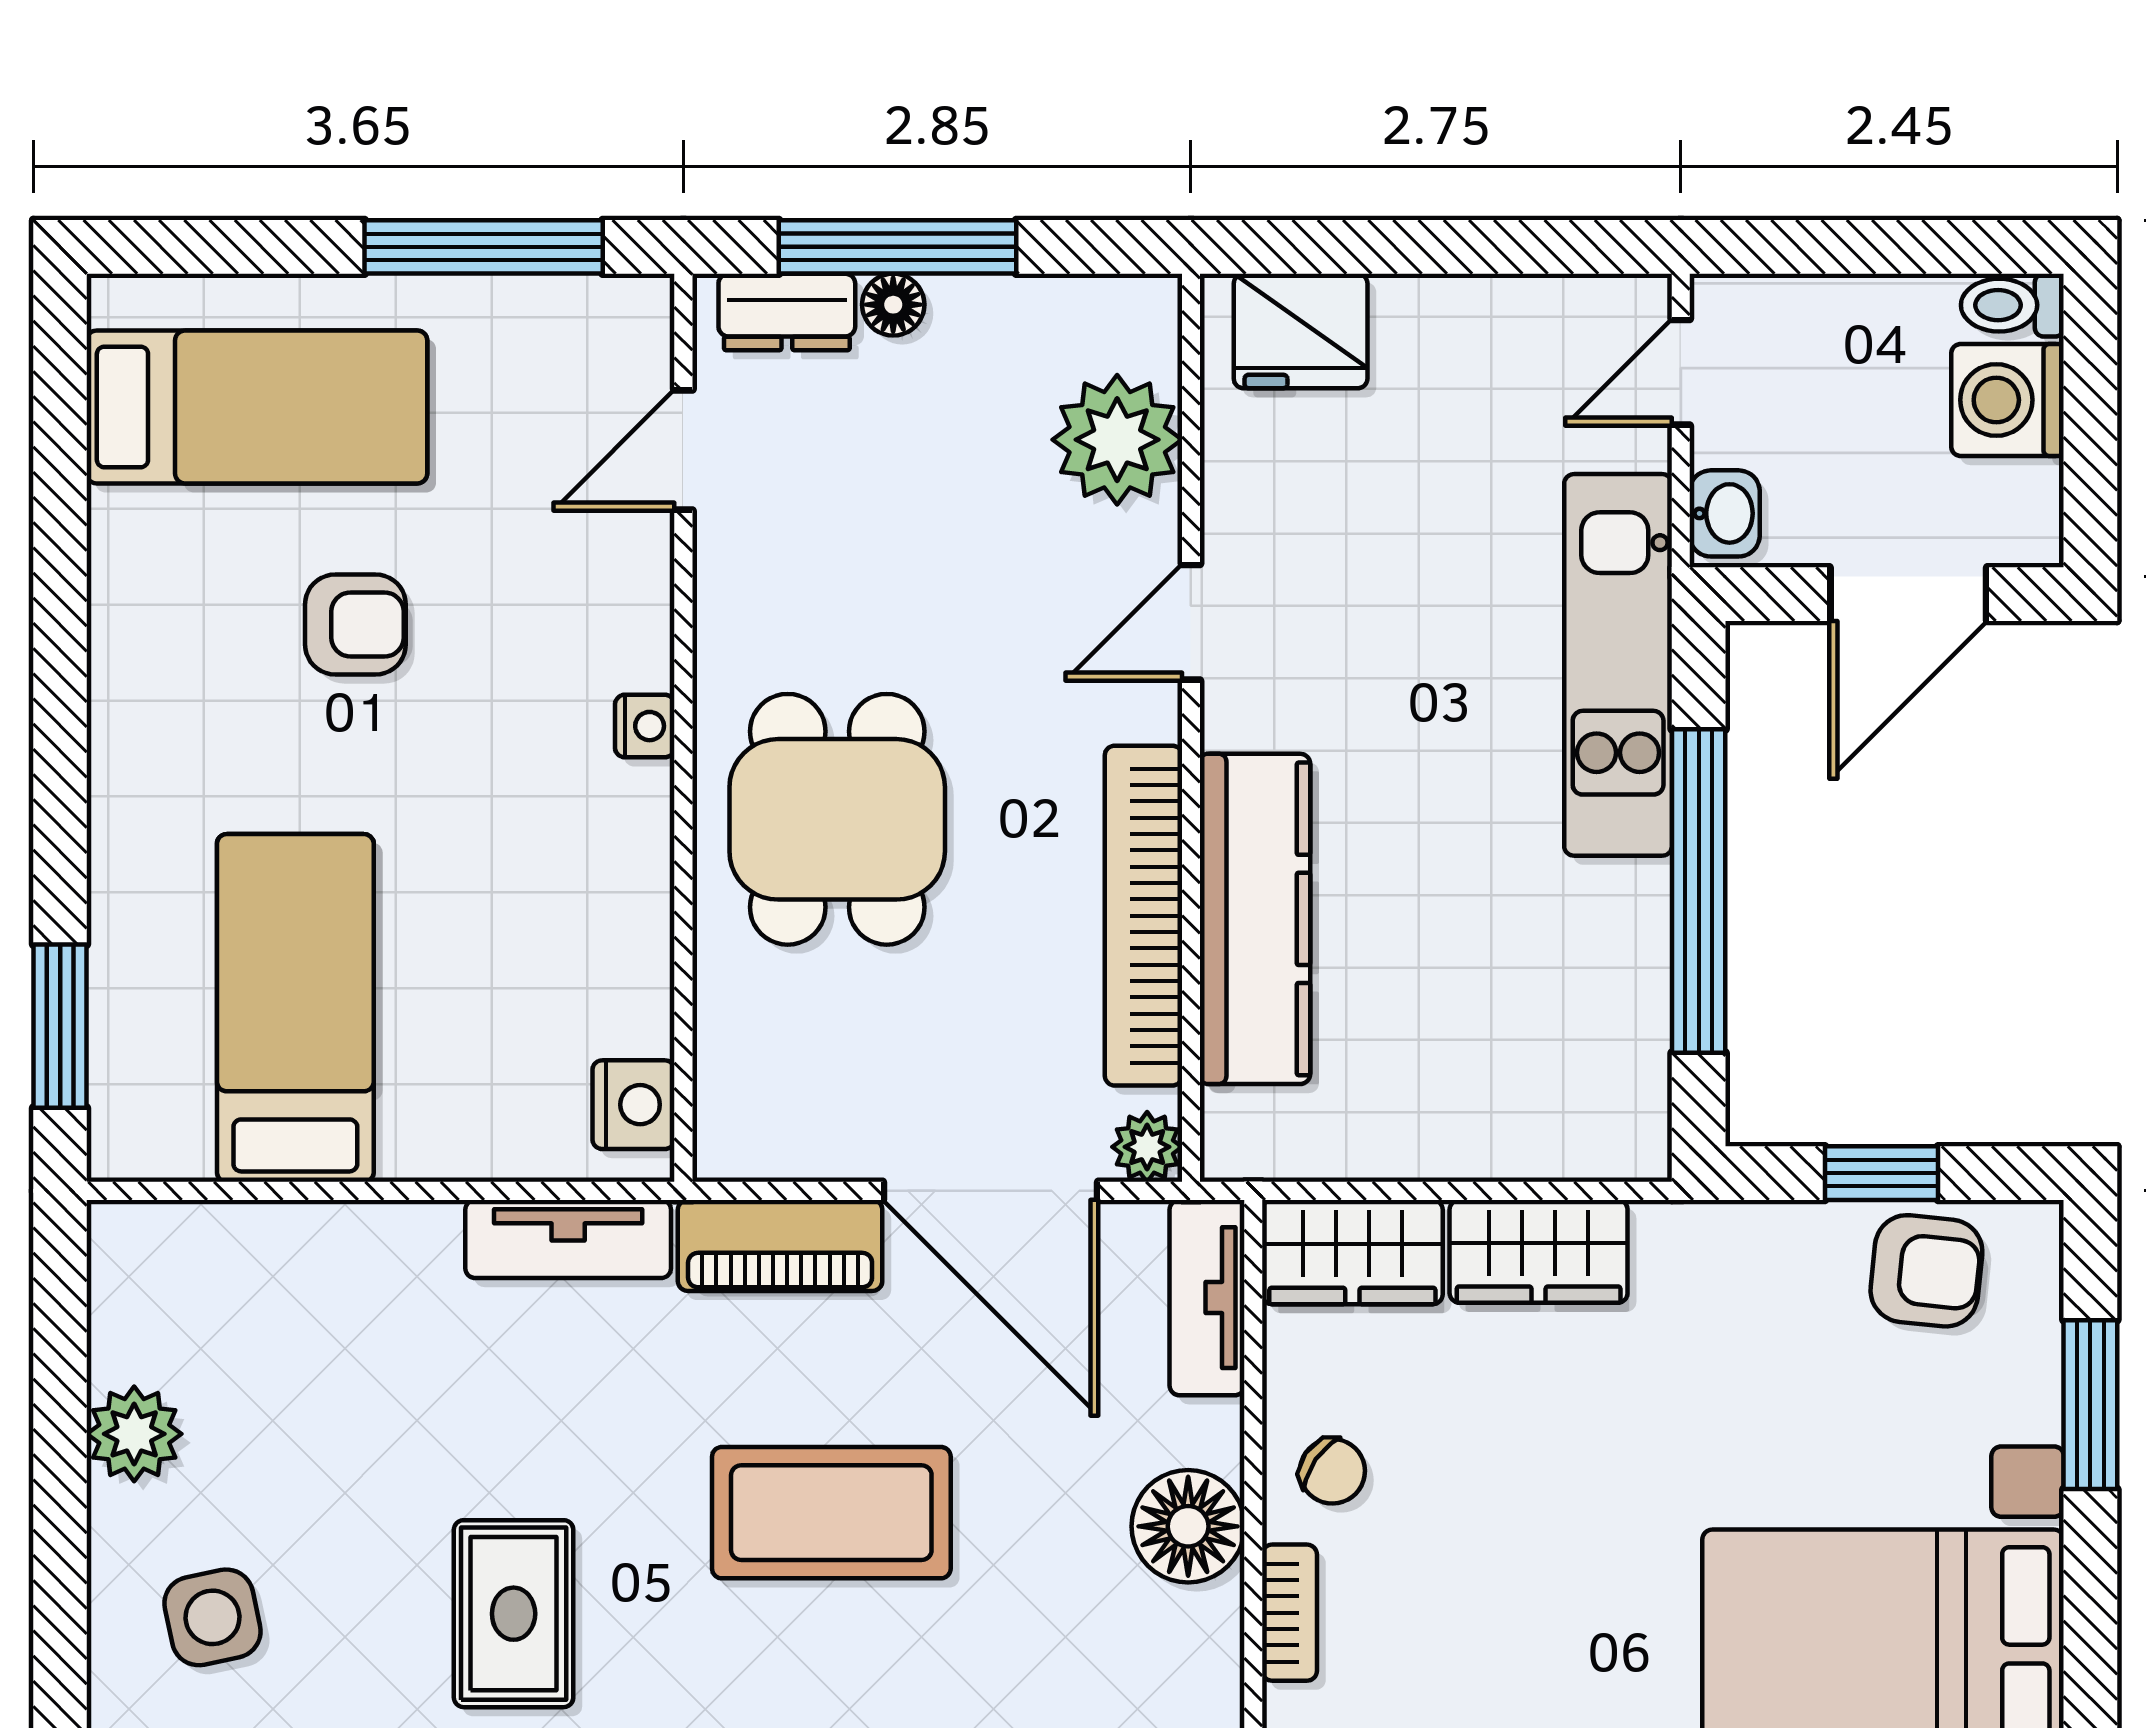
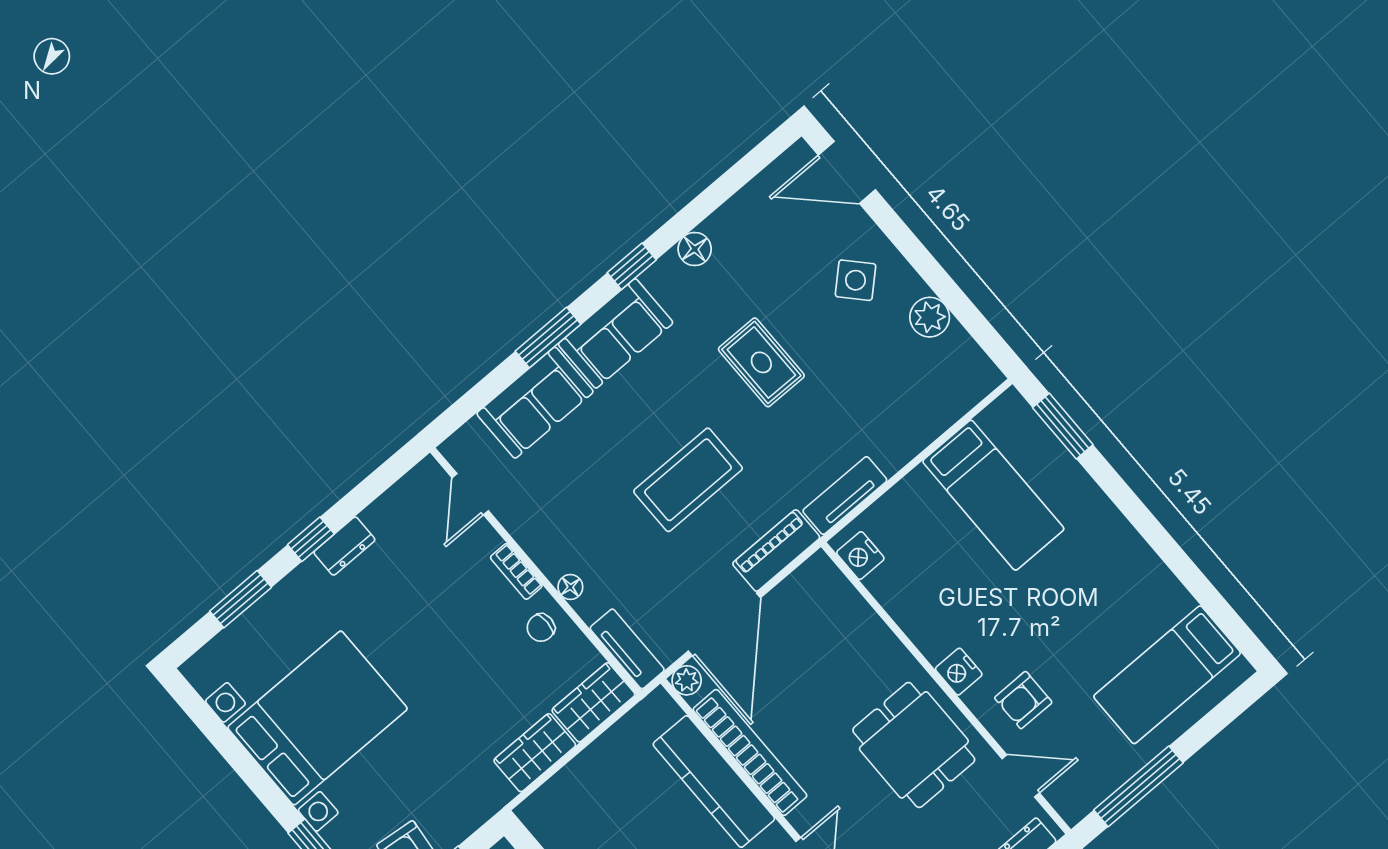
door: (683, 450) -> (1021, 776), hinge flipped
armchair: (355, 624) -> (1023, 700), moved
nightstand: (645, 726) -> (959, 672), width x1.39, depth x1.35
dining table: (837, 819) -> (914, 745), moved
door: (991, 1191) -> (724, 624), swing flipped
chair: (1332, 1471) -> (541, 628), turned -35
floor lamp: (1188, 1526) -> (570, 587), width x0.53, depth x0.53
side table: (213, 1617) -> (856, 280), turned -31

